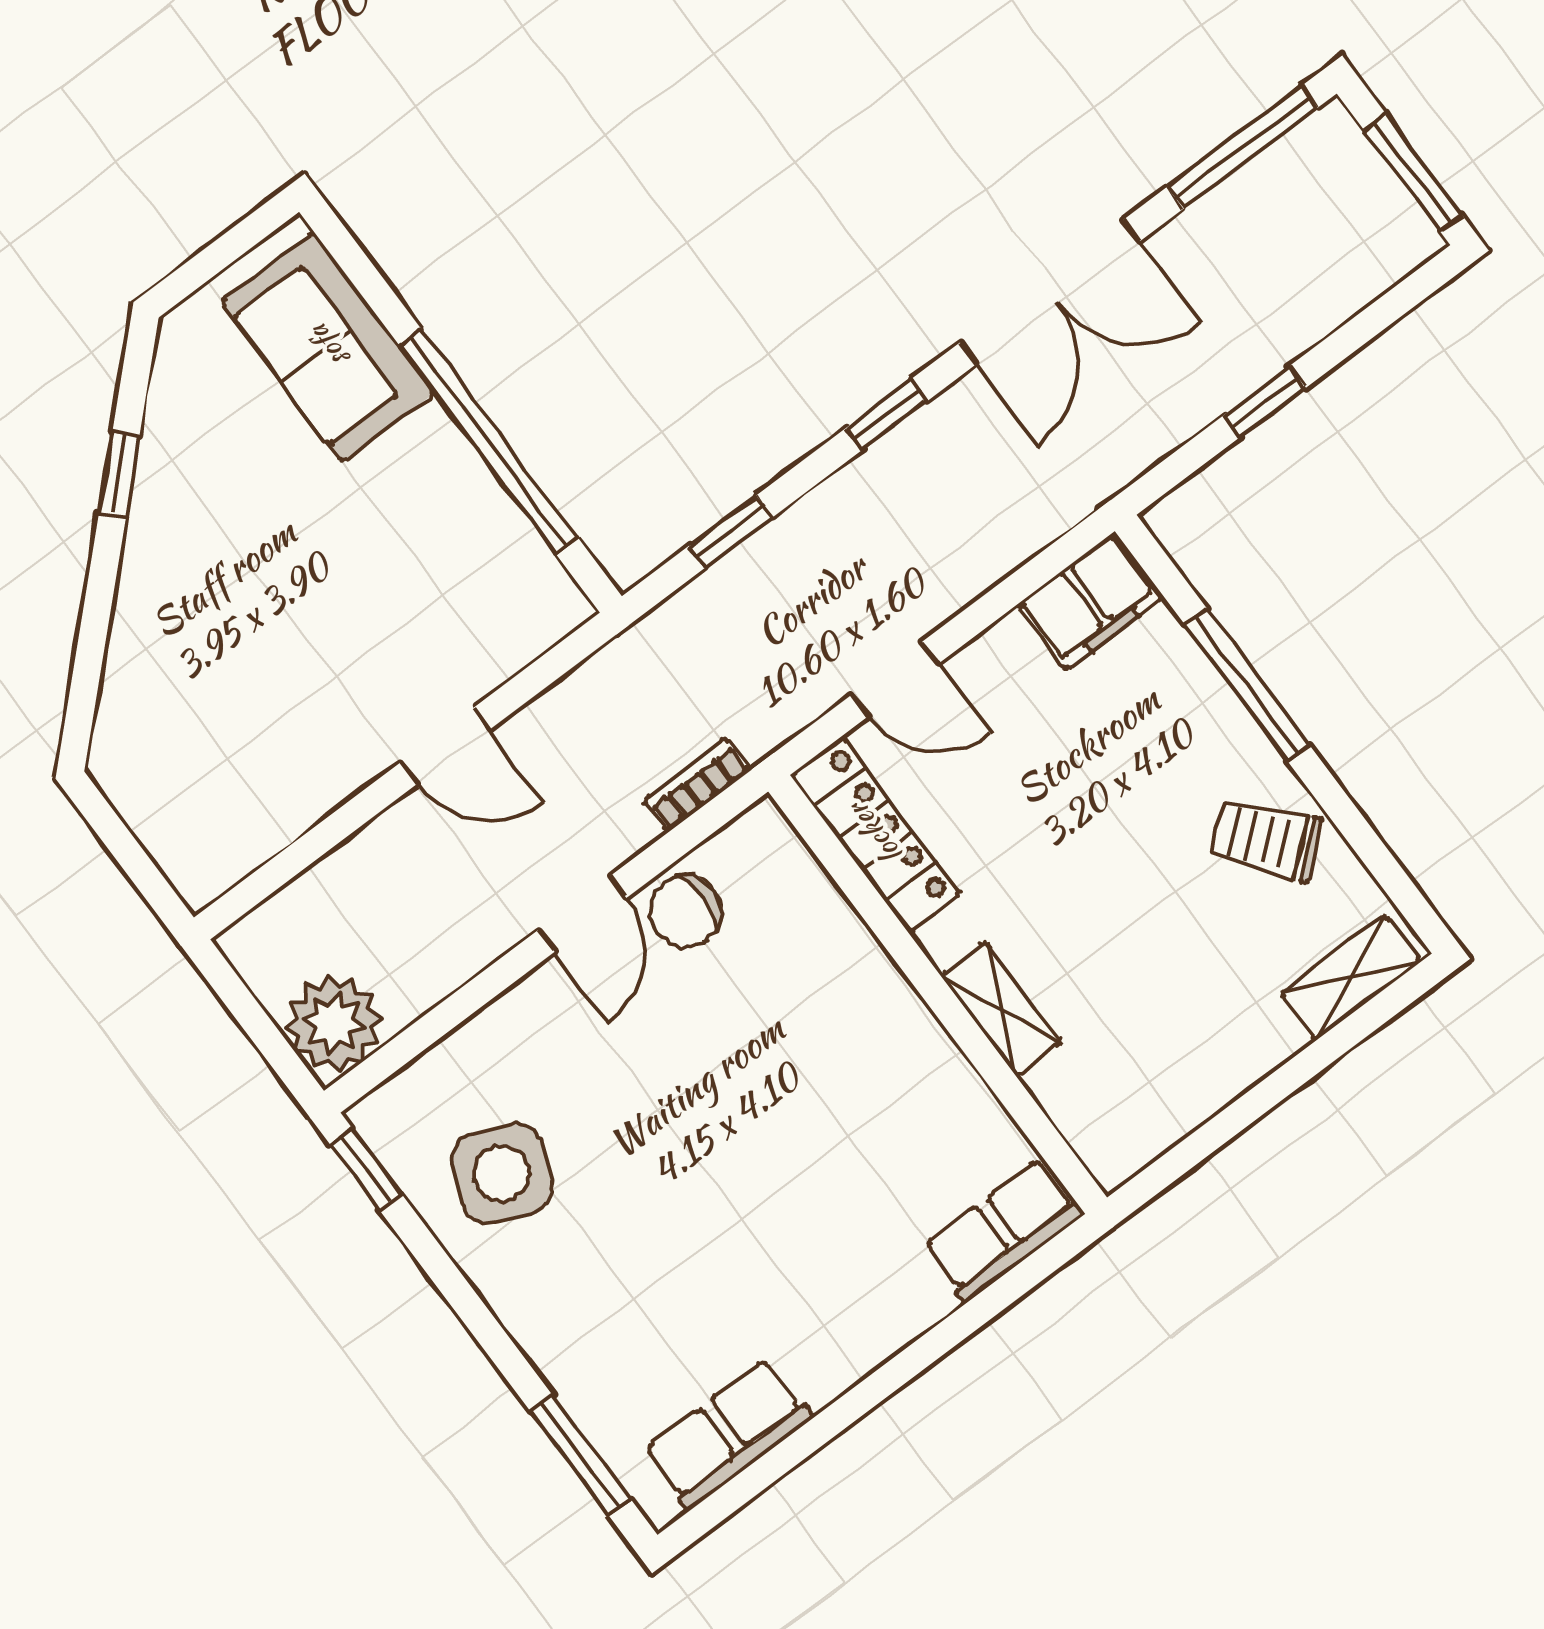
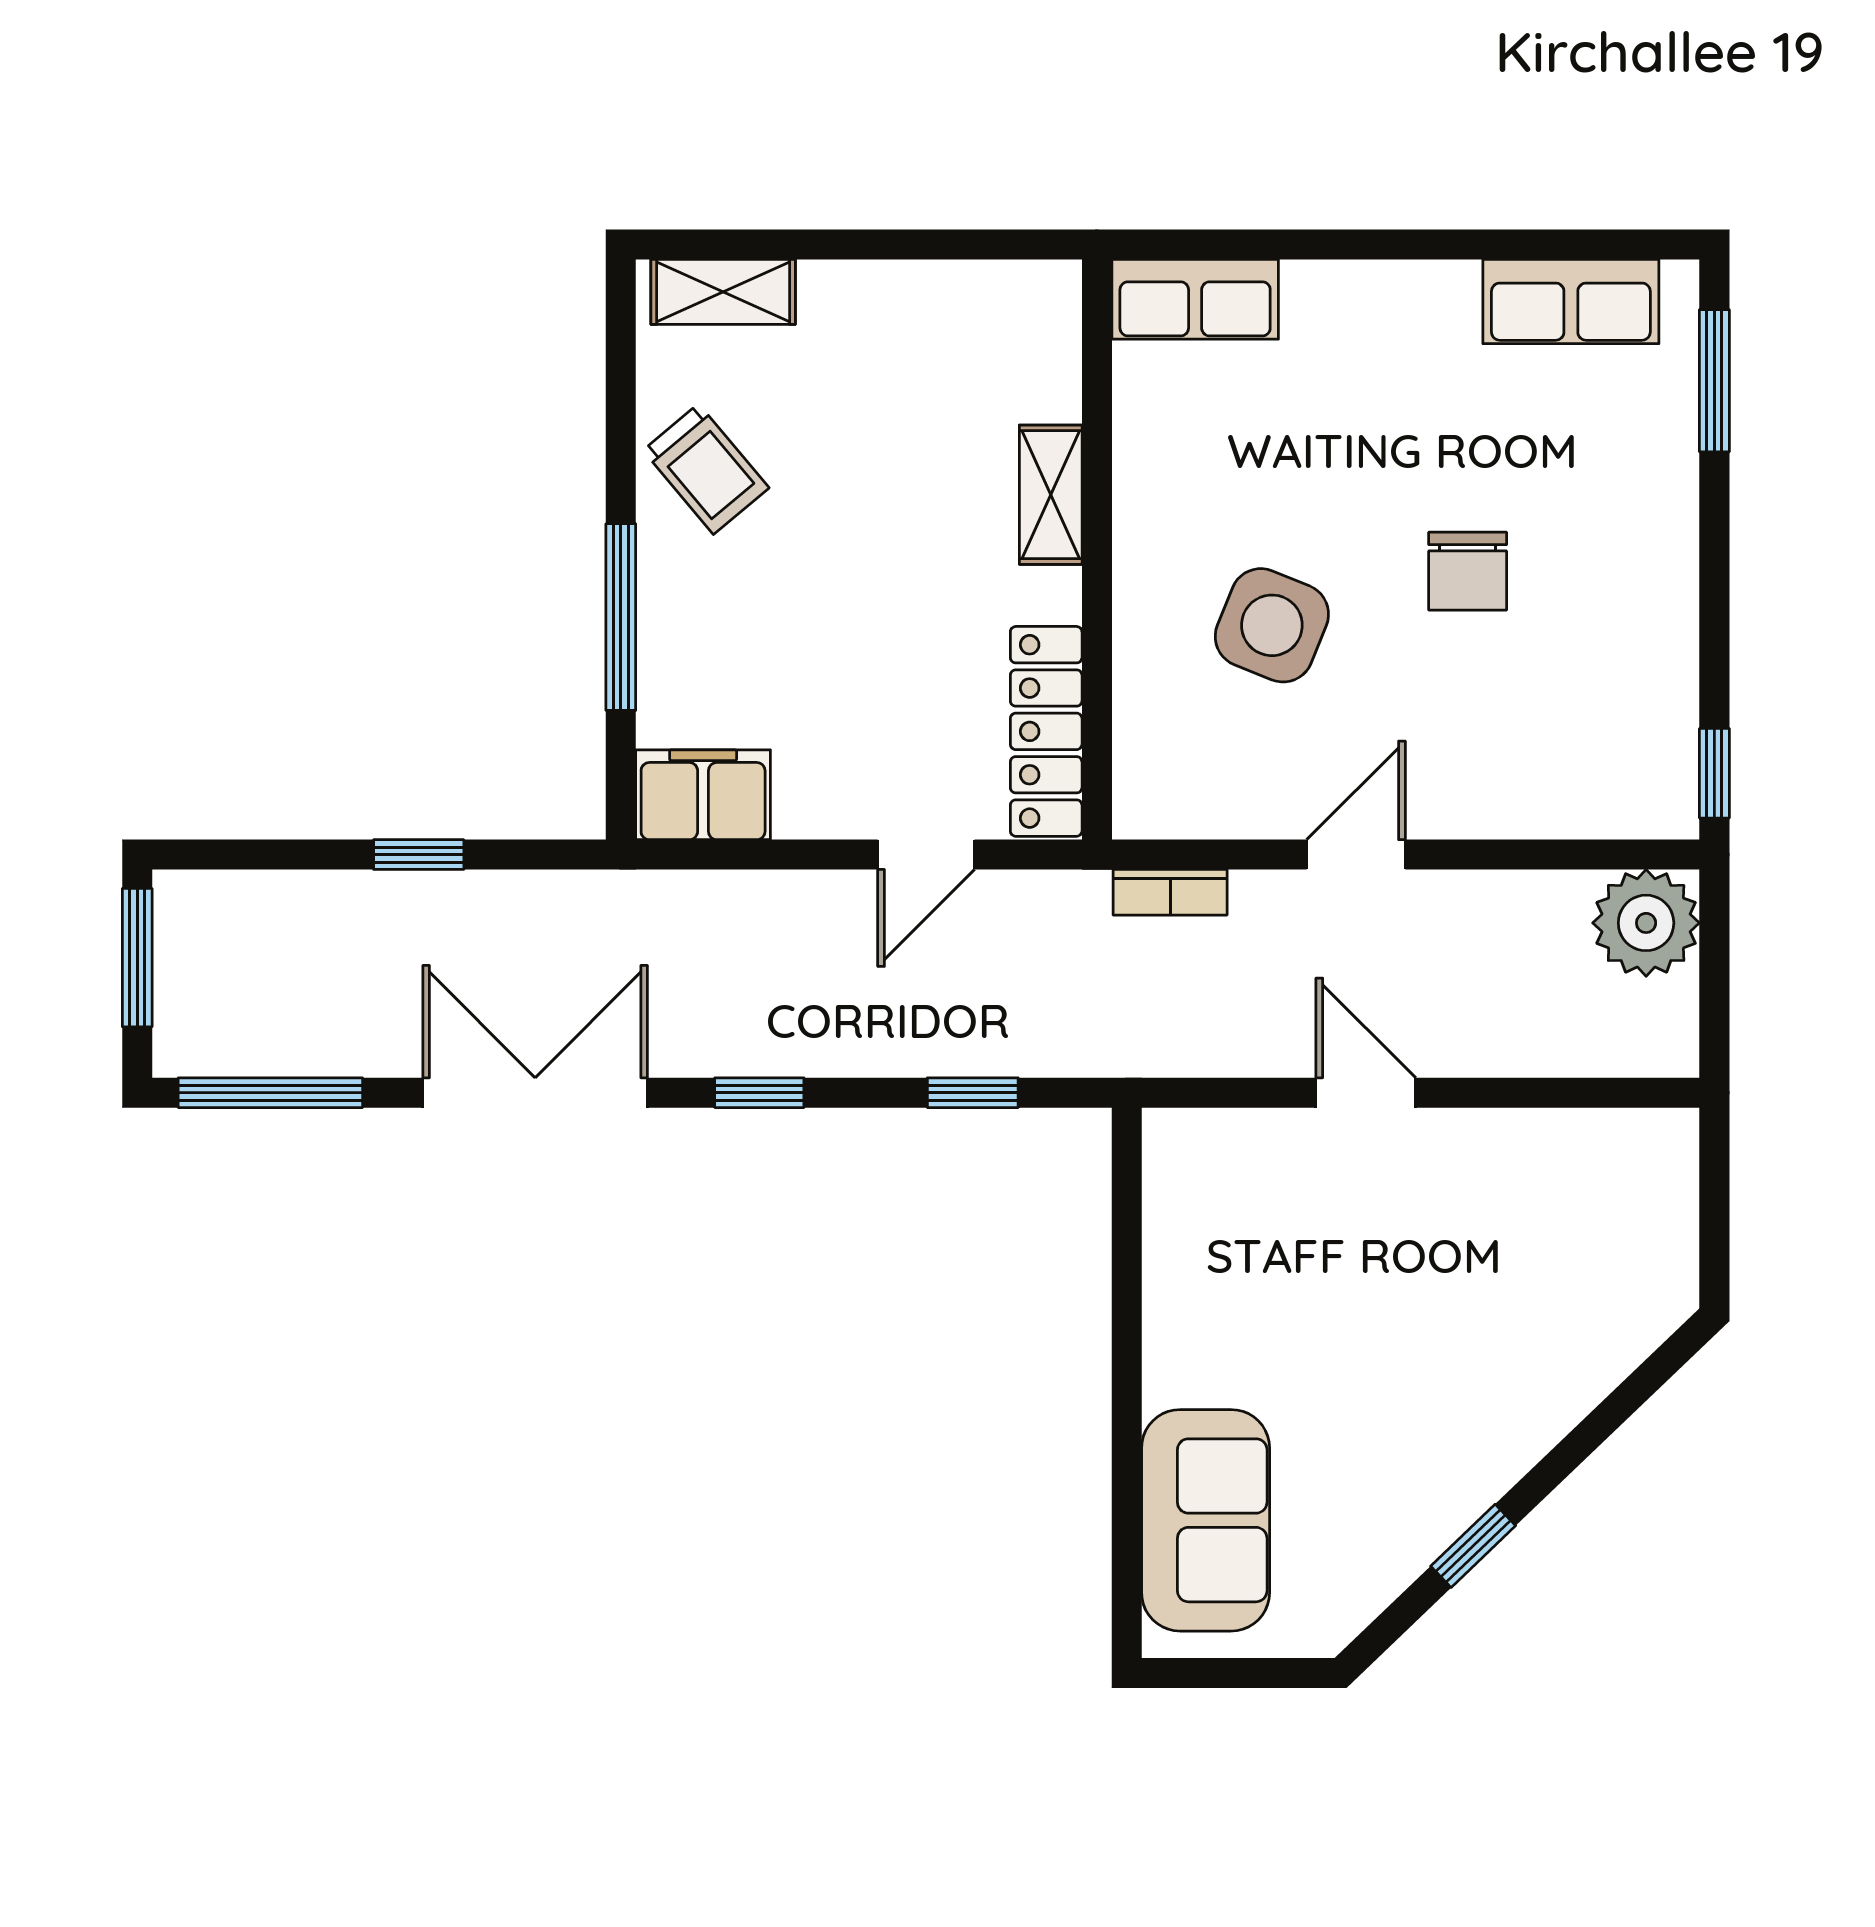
window: (489, 442) -> (1127, 1331), removed
door: (895, 679) -> (926, 855), swing flipped
chair: (686, 911) -> (1468, 571), moved, turned 90
side table: (502, 1174) -> (1272, 625), moved

